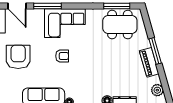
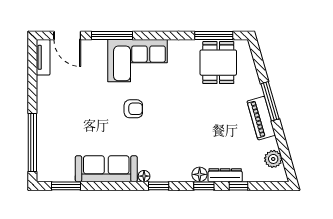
dining table: (120, 25) -> (218, 63), width x0.73
armchair: (18, 57) -> (69, 110), removed

